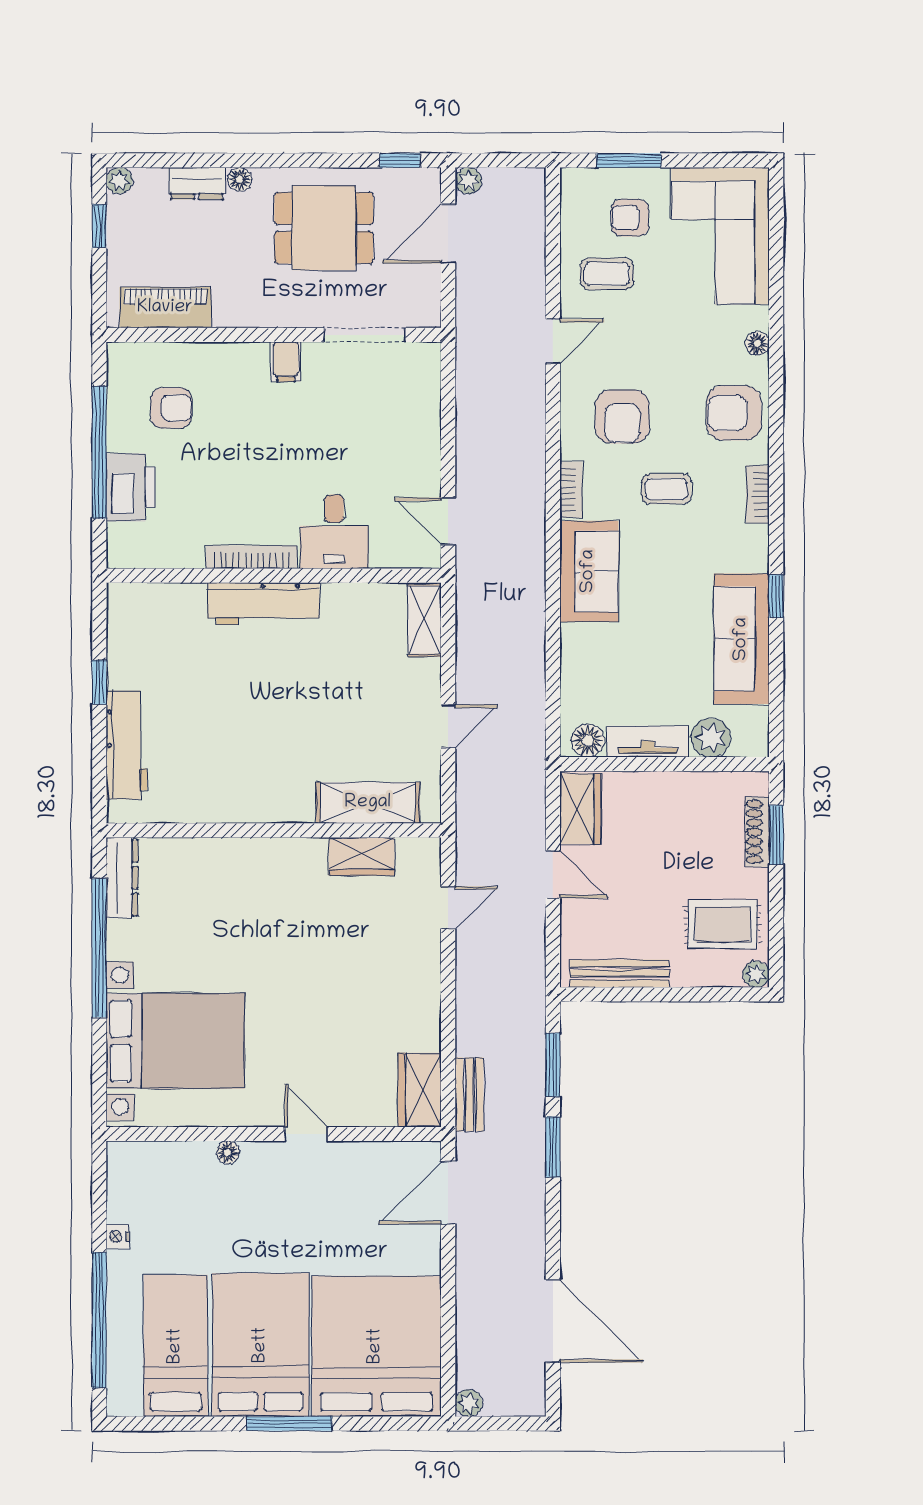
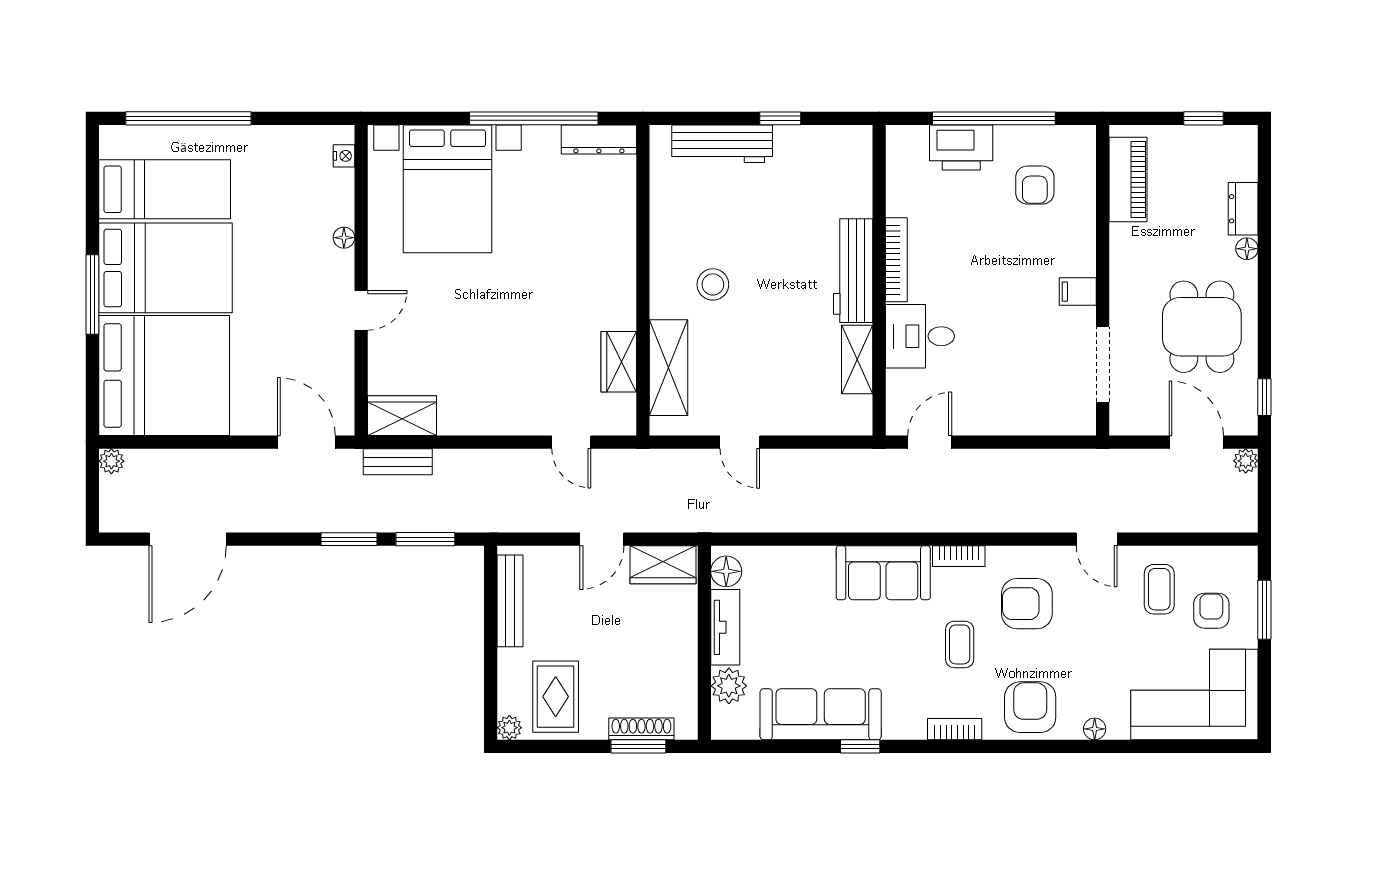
plant: (119, 181) -> (1246, 137), removed
shelving: (425, 620) -> (857, 360), moved, turned 90
stool: (278, 755) -> (713, 284), added
nightstand: (118, 1236) -> (344, 156), moved, turned 90

